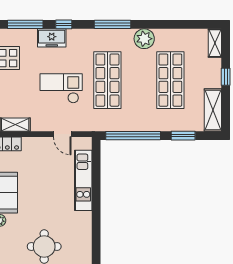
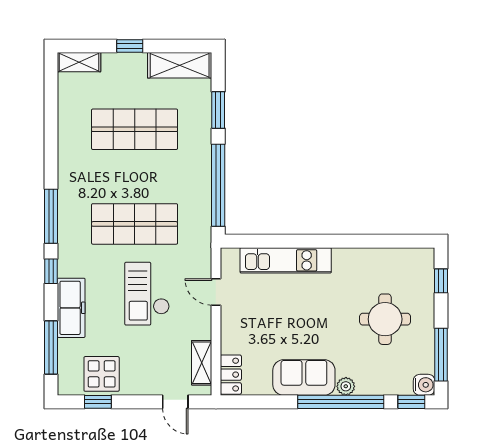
window: (64, 24) -> (51, 271), moved
freezer: (52, 38) -> (71, 308), width x1.40
plant: (144, 39) -> (72, 169), removed
door: (62, 134) -> (216, 292), swing flipped

